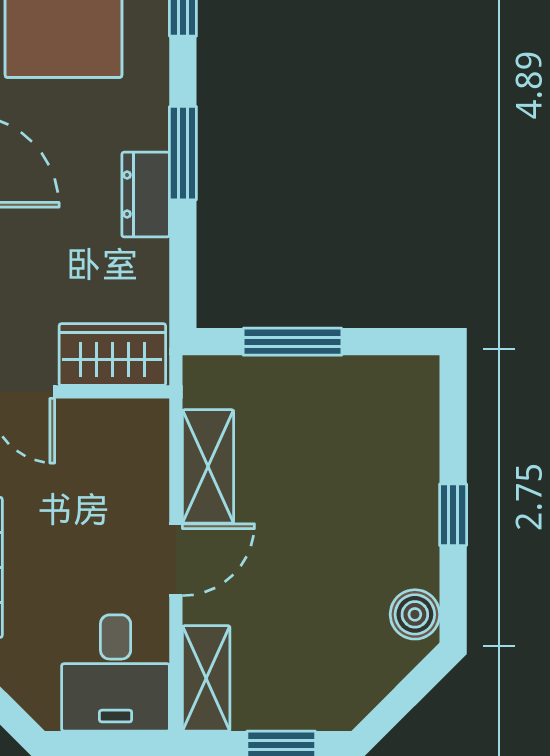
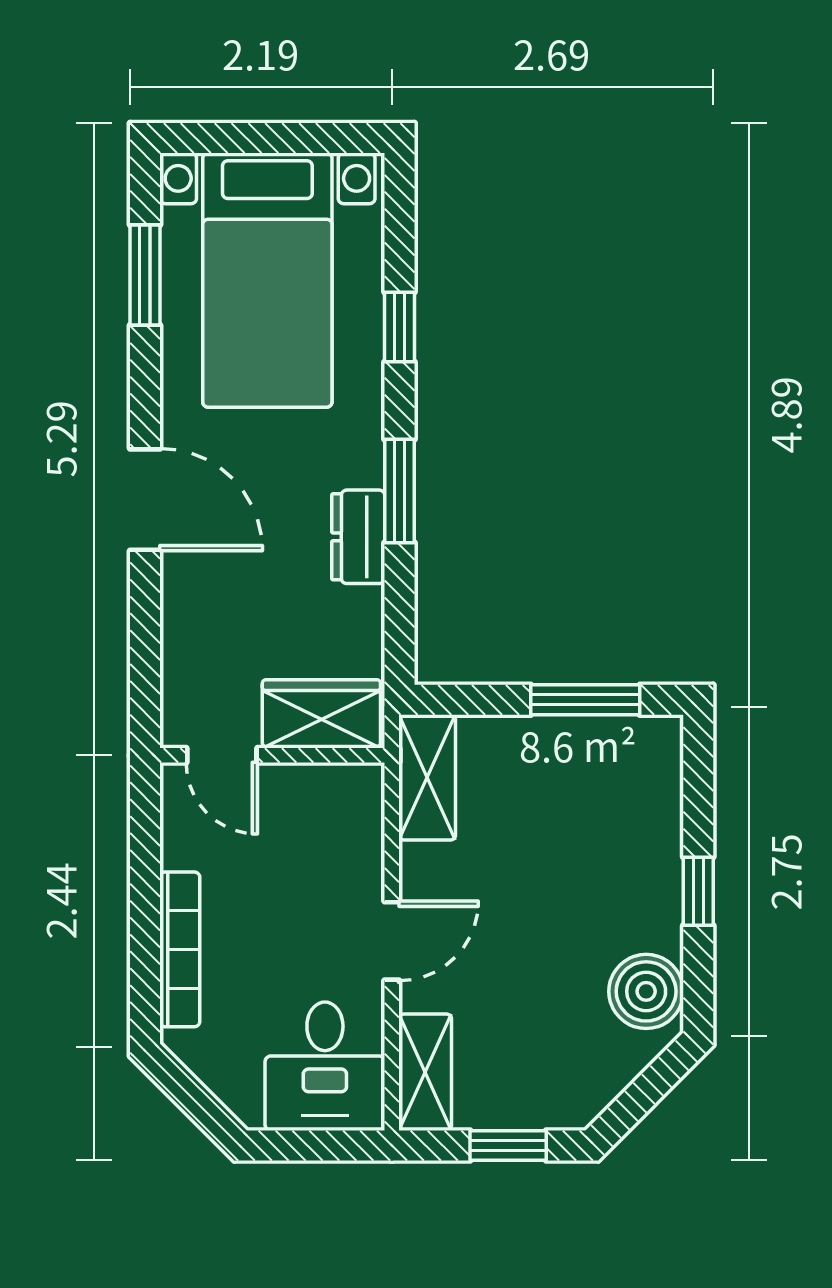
window: (292, 342) -> (585, 700), moved
shelving: (208, 466) -> (427, 777), moved
boiler: (415, 614) -> (646, 991), width x1.36, depth x1.36

